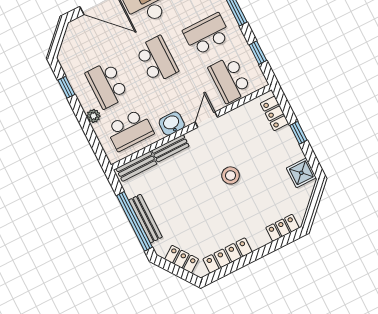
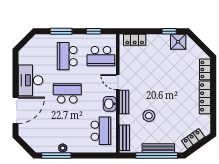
school desk: (107, 85) -> (67, 131), removed
window: (66, 87) -> (56, 155), width x2.17
plant: (93, 116) -> (63, 148), moved
window: (298, 133) -> (169, 31), moved
bench: (170, 148) -> (124, 102), moved
stool: (231, 175) -> (149, 116), moved
locker: (228, 255) -> (205, 97), moved

